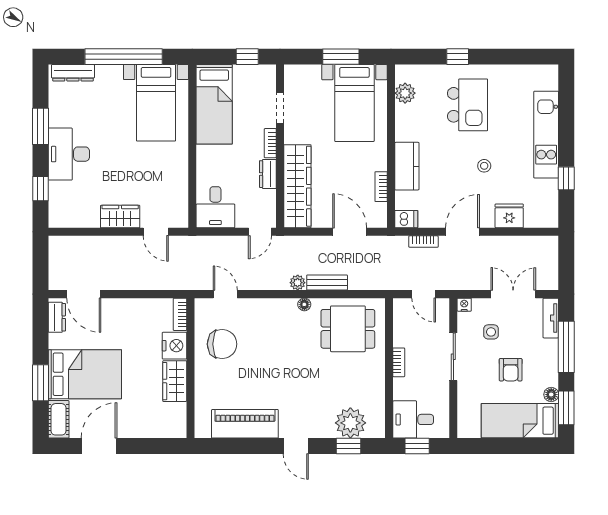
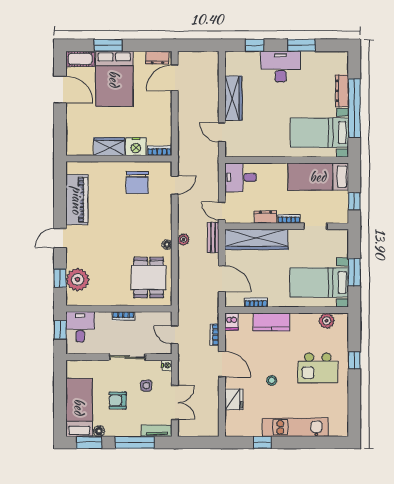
dresser: (73, 73) -> (342, 91), moved
wardrobe: (120, 217) -> (233, 98), width x1.50
door: (156, 232) -> (222, 132), hinge flipped
door: (350, 232) -> (222, 279), hinge flipped
bench: (327, 283) -> (213, 237), moved
door: (424, 294) -> (175, 335), hinge flipped

